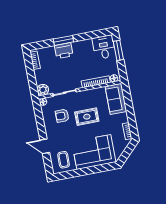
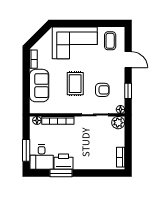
window: (63, 40) -> (61, 173), moved
printer: (64, 51) -> (63, 162), moved
sofa: (116, 99) -> (39, 86), moved
rug: (87, 117) -> (75, 84), turned 90
window: (40, 119) -> (128, 91), added

